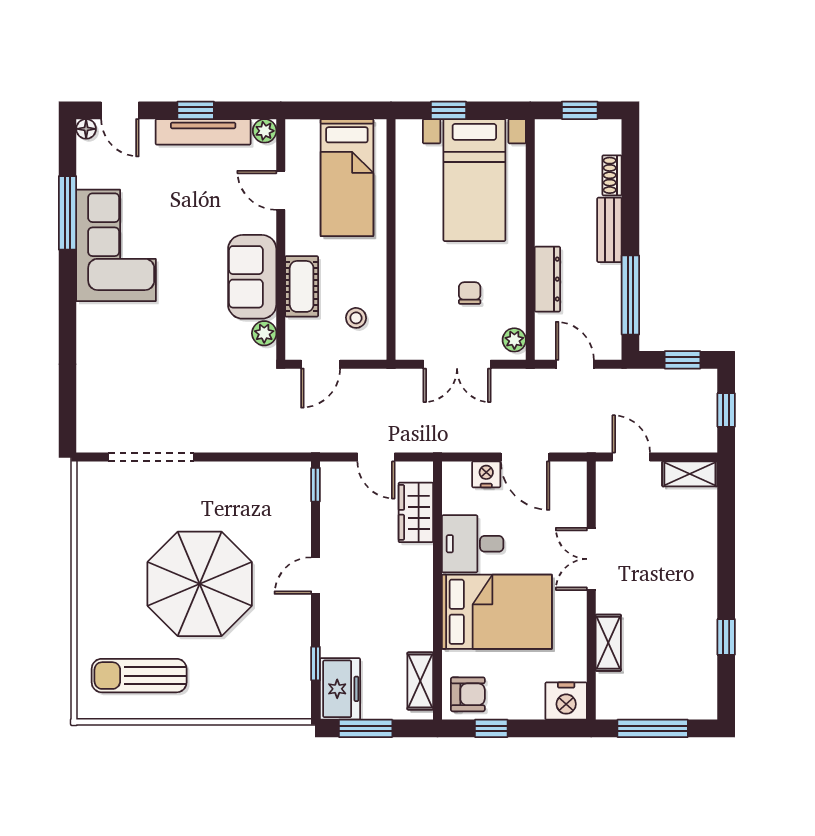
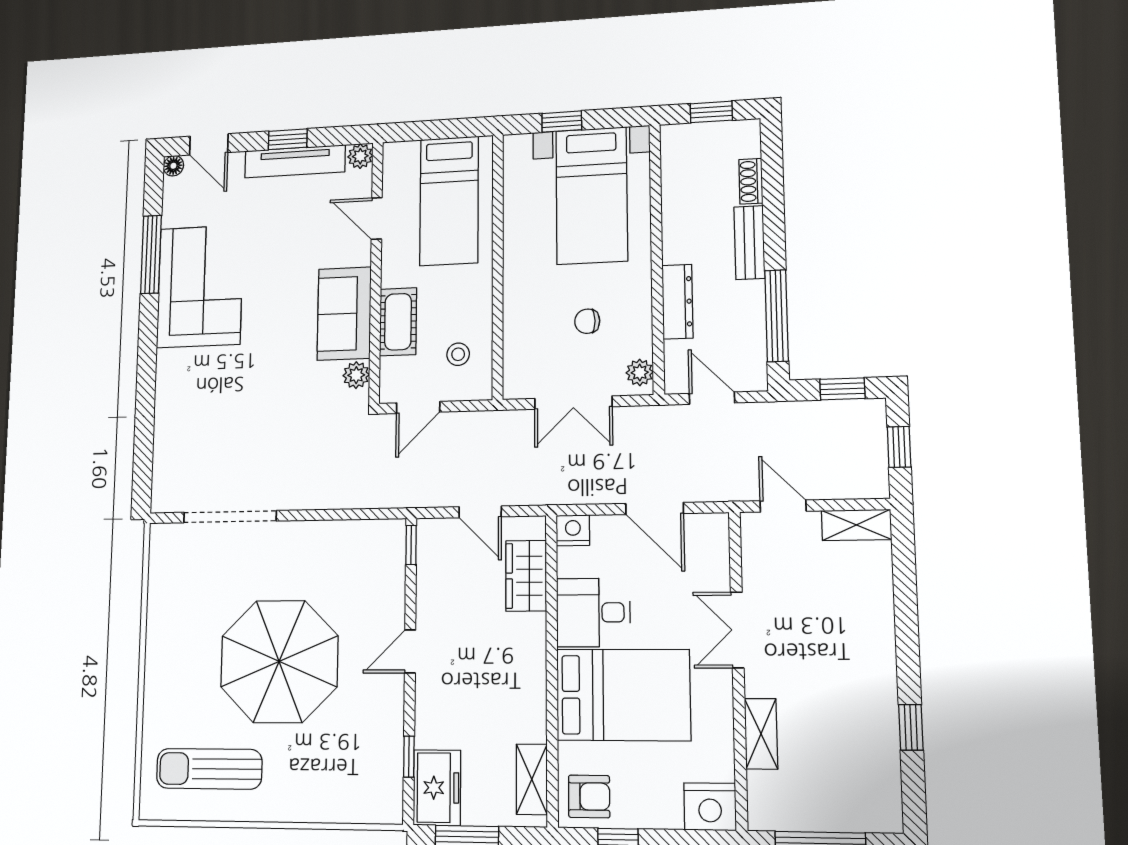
chair: (470, 293) -> (587, 321), turned -90
nightstand: (486, 474) -> (573, 530), moved

